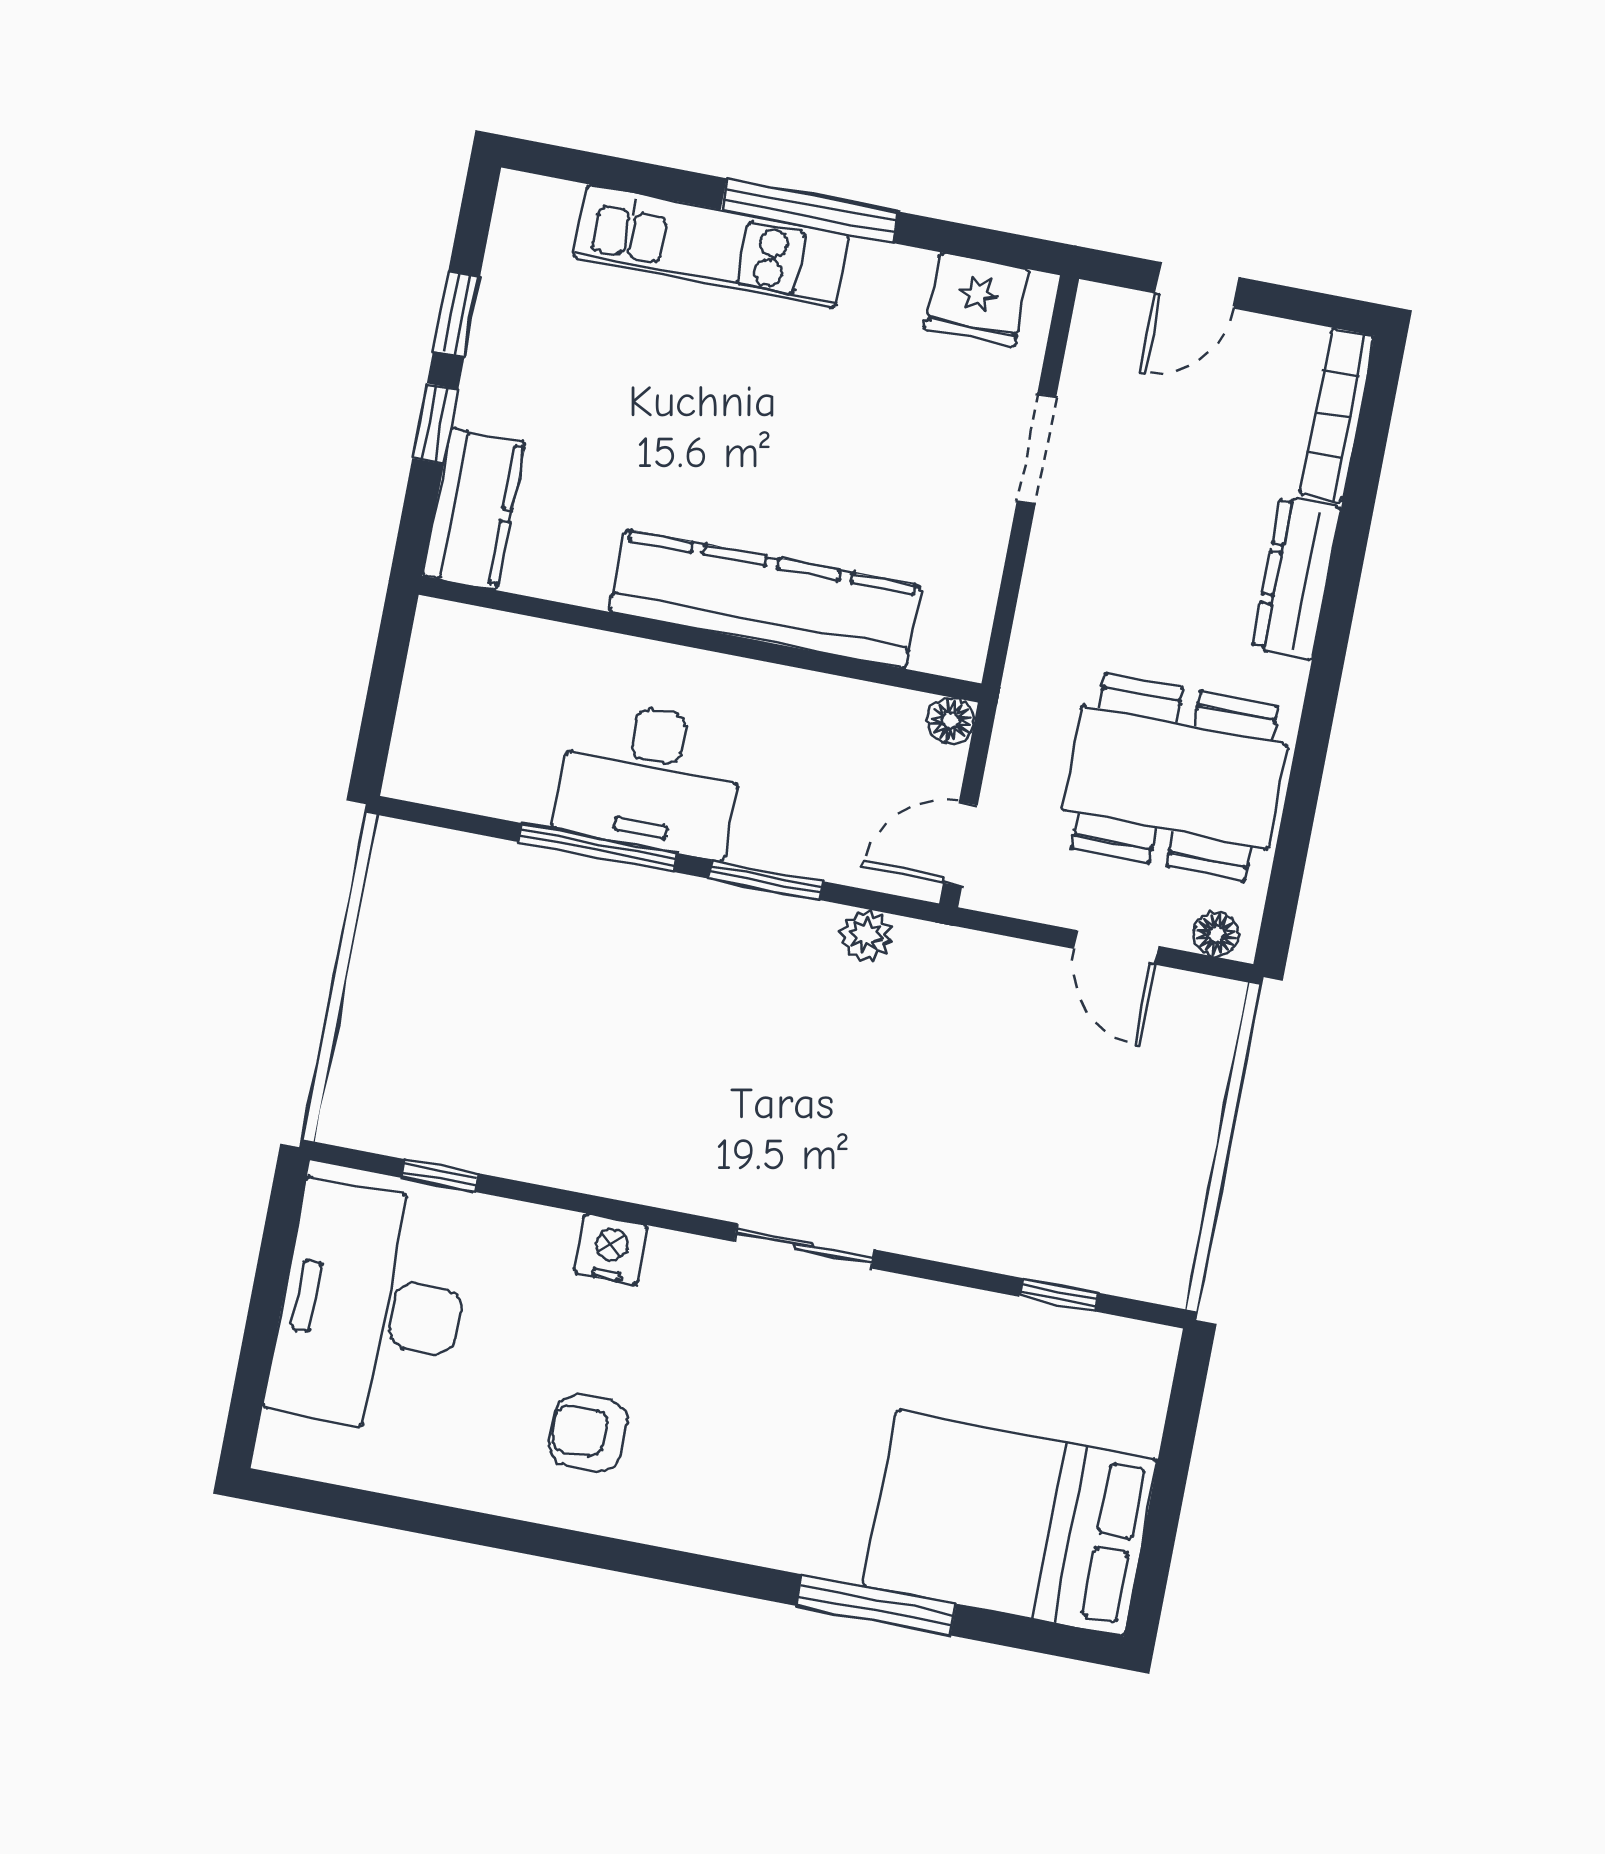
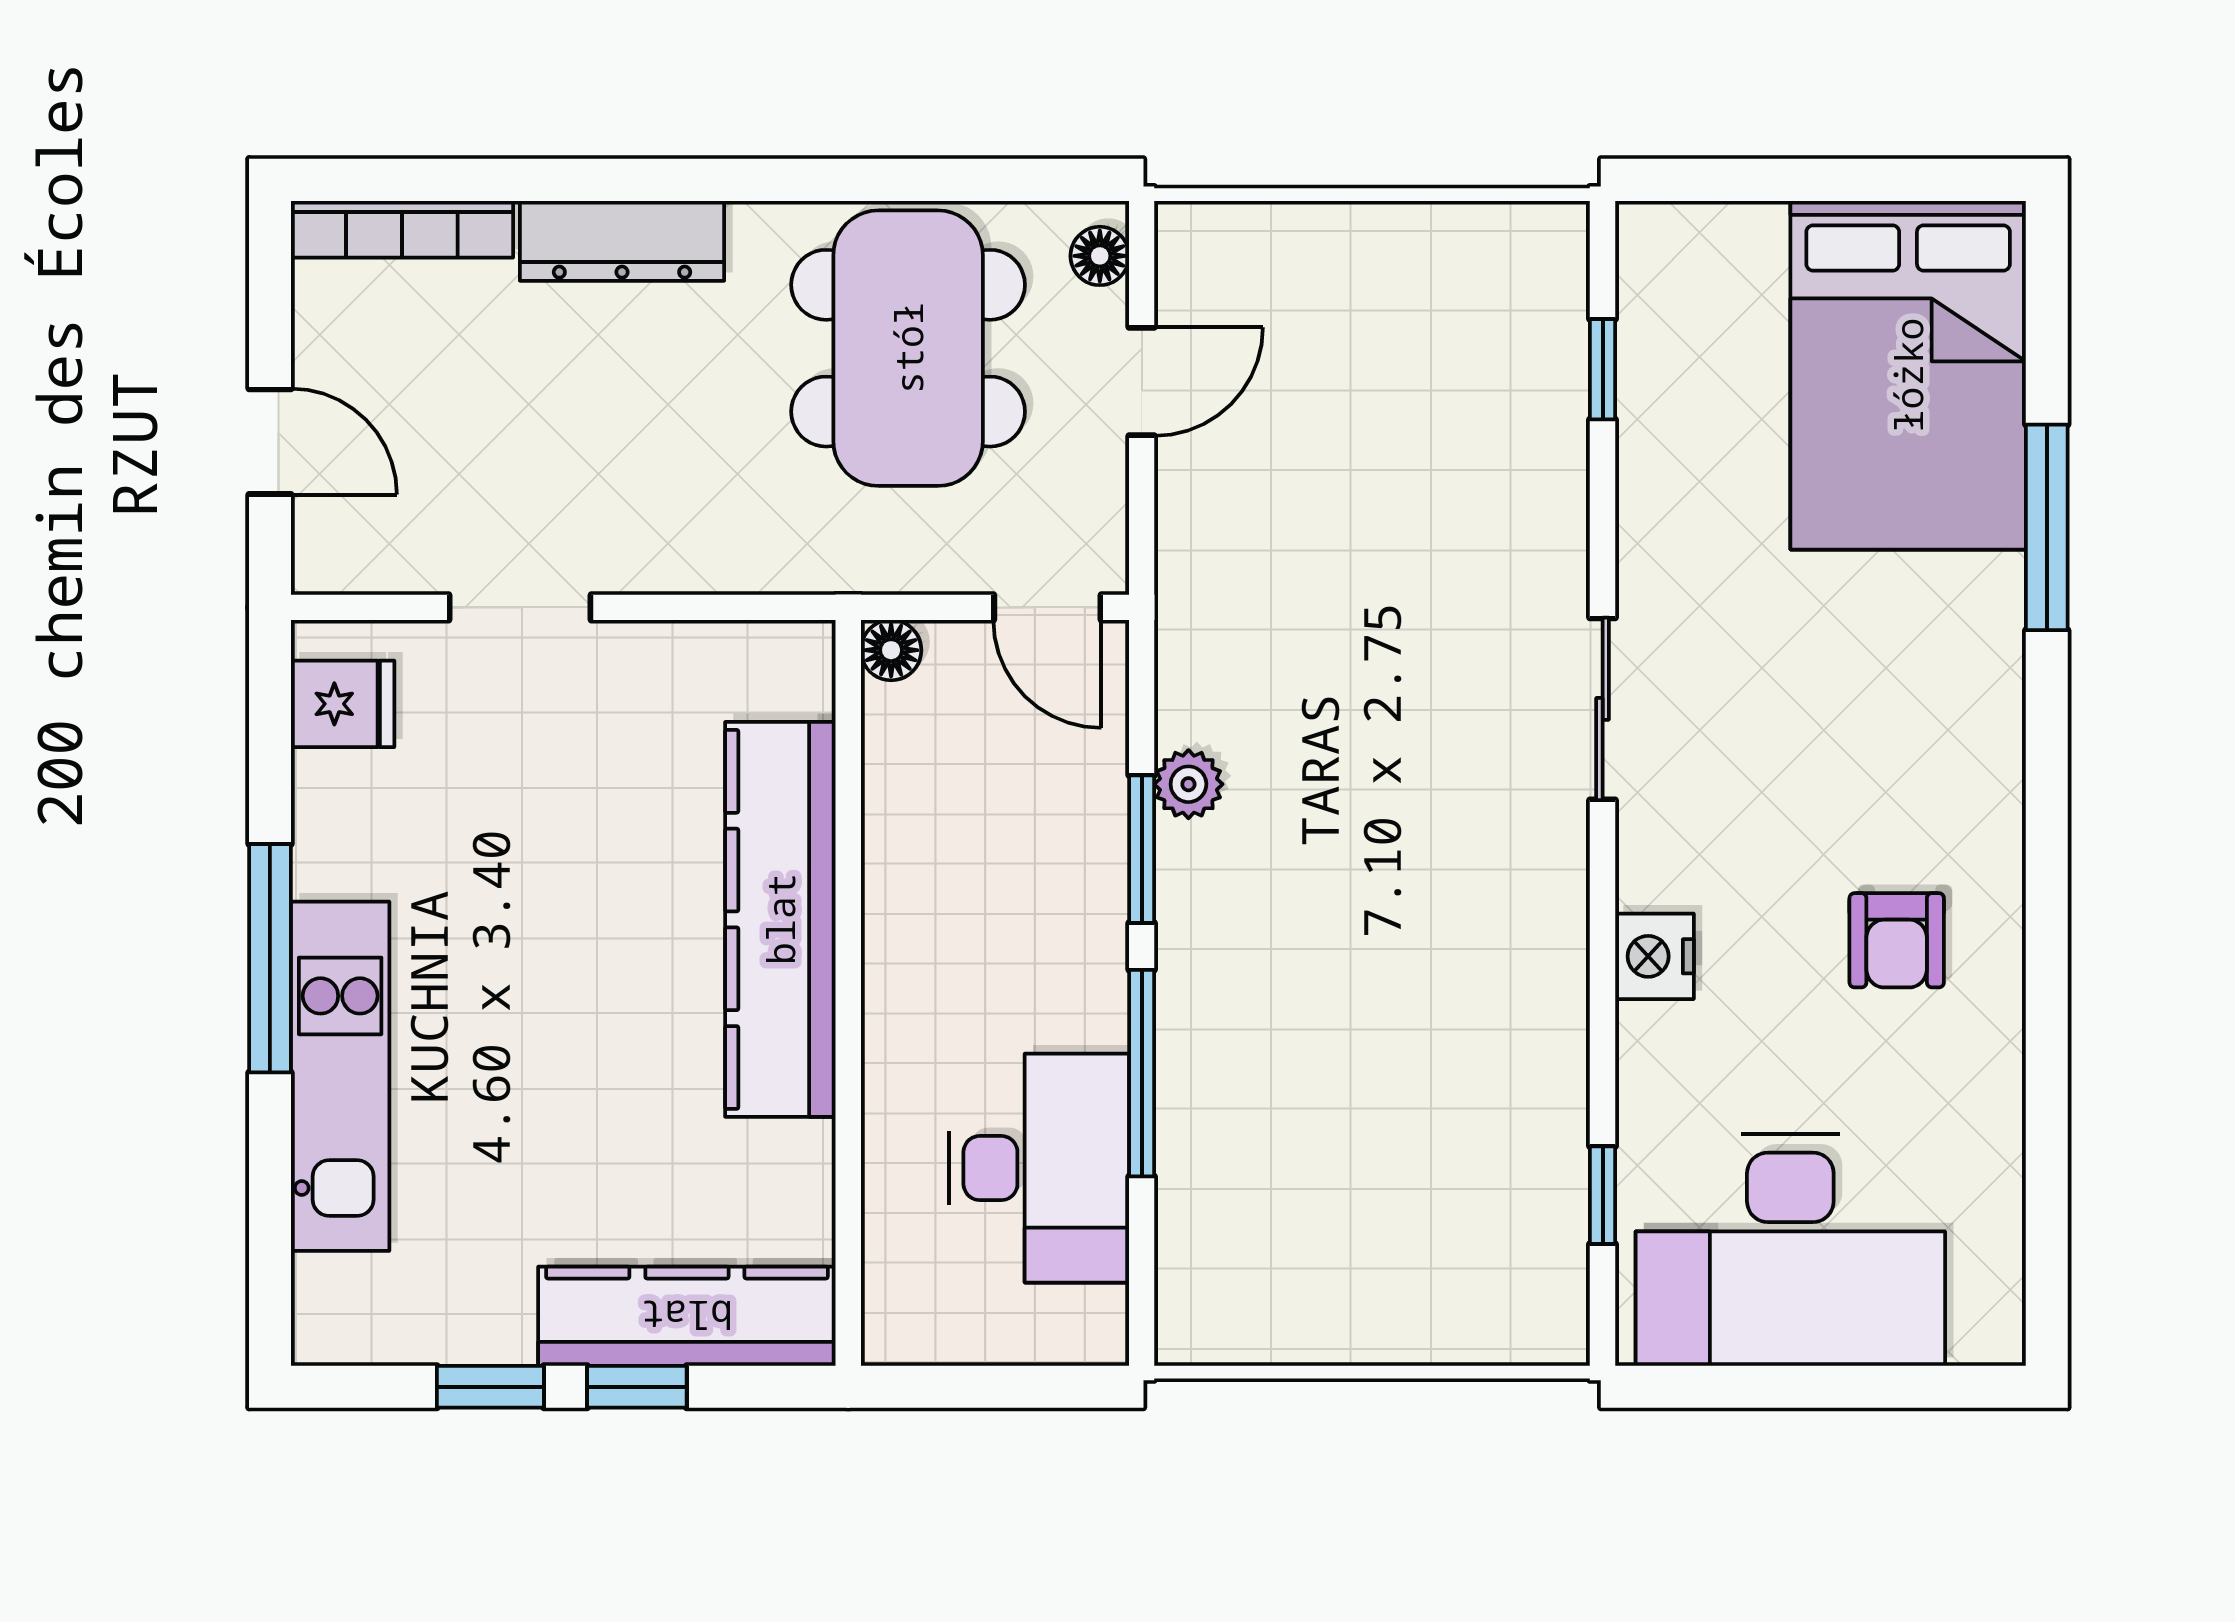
fridge: (977, 299) -> (343, 704), width x0.72
kitchen counter: (474, 509) -> (687, 1316), width x1.50
desk: (650, 778) -> (1039, 1168), moved
plant: (866, 936) -> (1188, 784), moved

